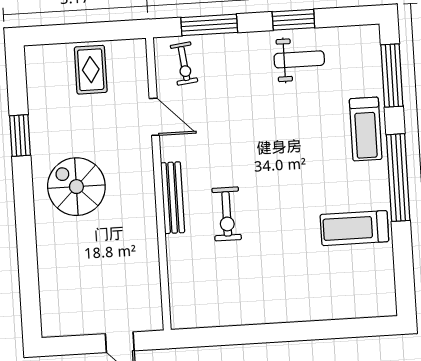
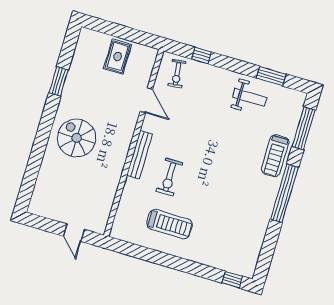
window: (293, 20) -> (271, 76), moved
window: (209, 25) -> (201, 55), width x0.46
spiral stairs: (76, 187) -> (77, 138), moved
treadmill: (354, 228) -> (169, 224), moved, turned 180
window: (369, 327) -> (232, 280), added

